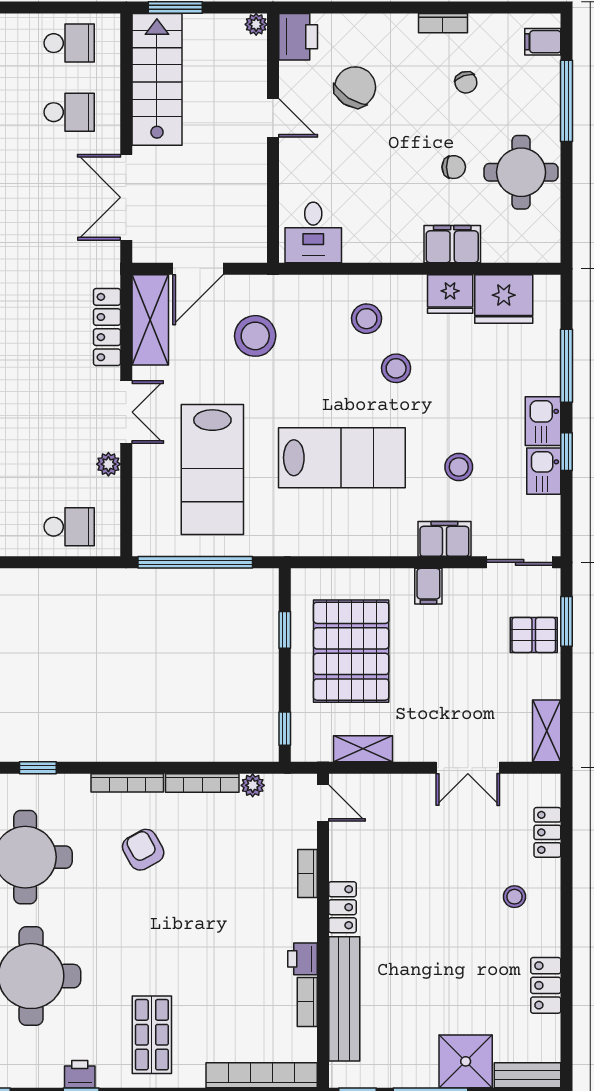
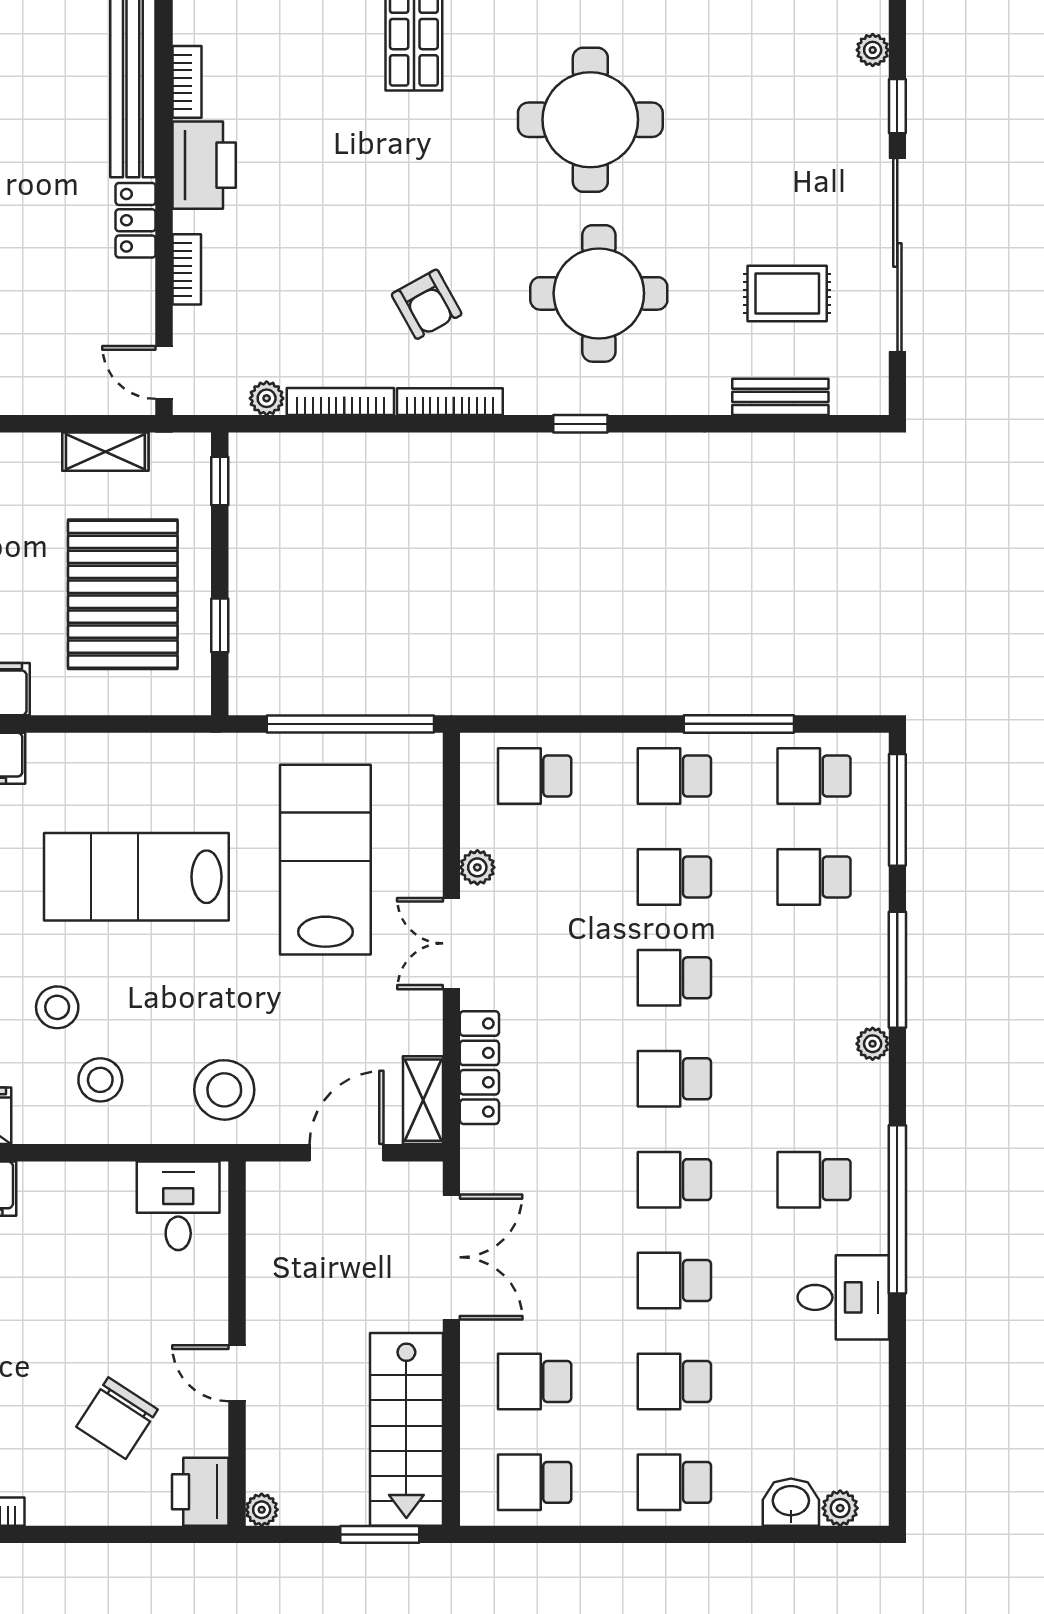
shelving: (150, 320) -> (423, 1100), width x0.67, depth x0.75
stool: (255, 336) -> (224, 1090), moved
printer: (302, 959) -> (204, 165), width x1.87, depth x1.48

